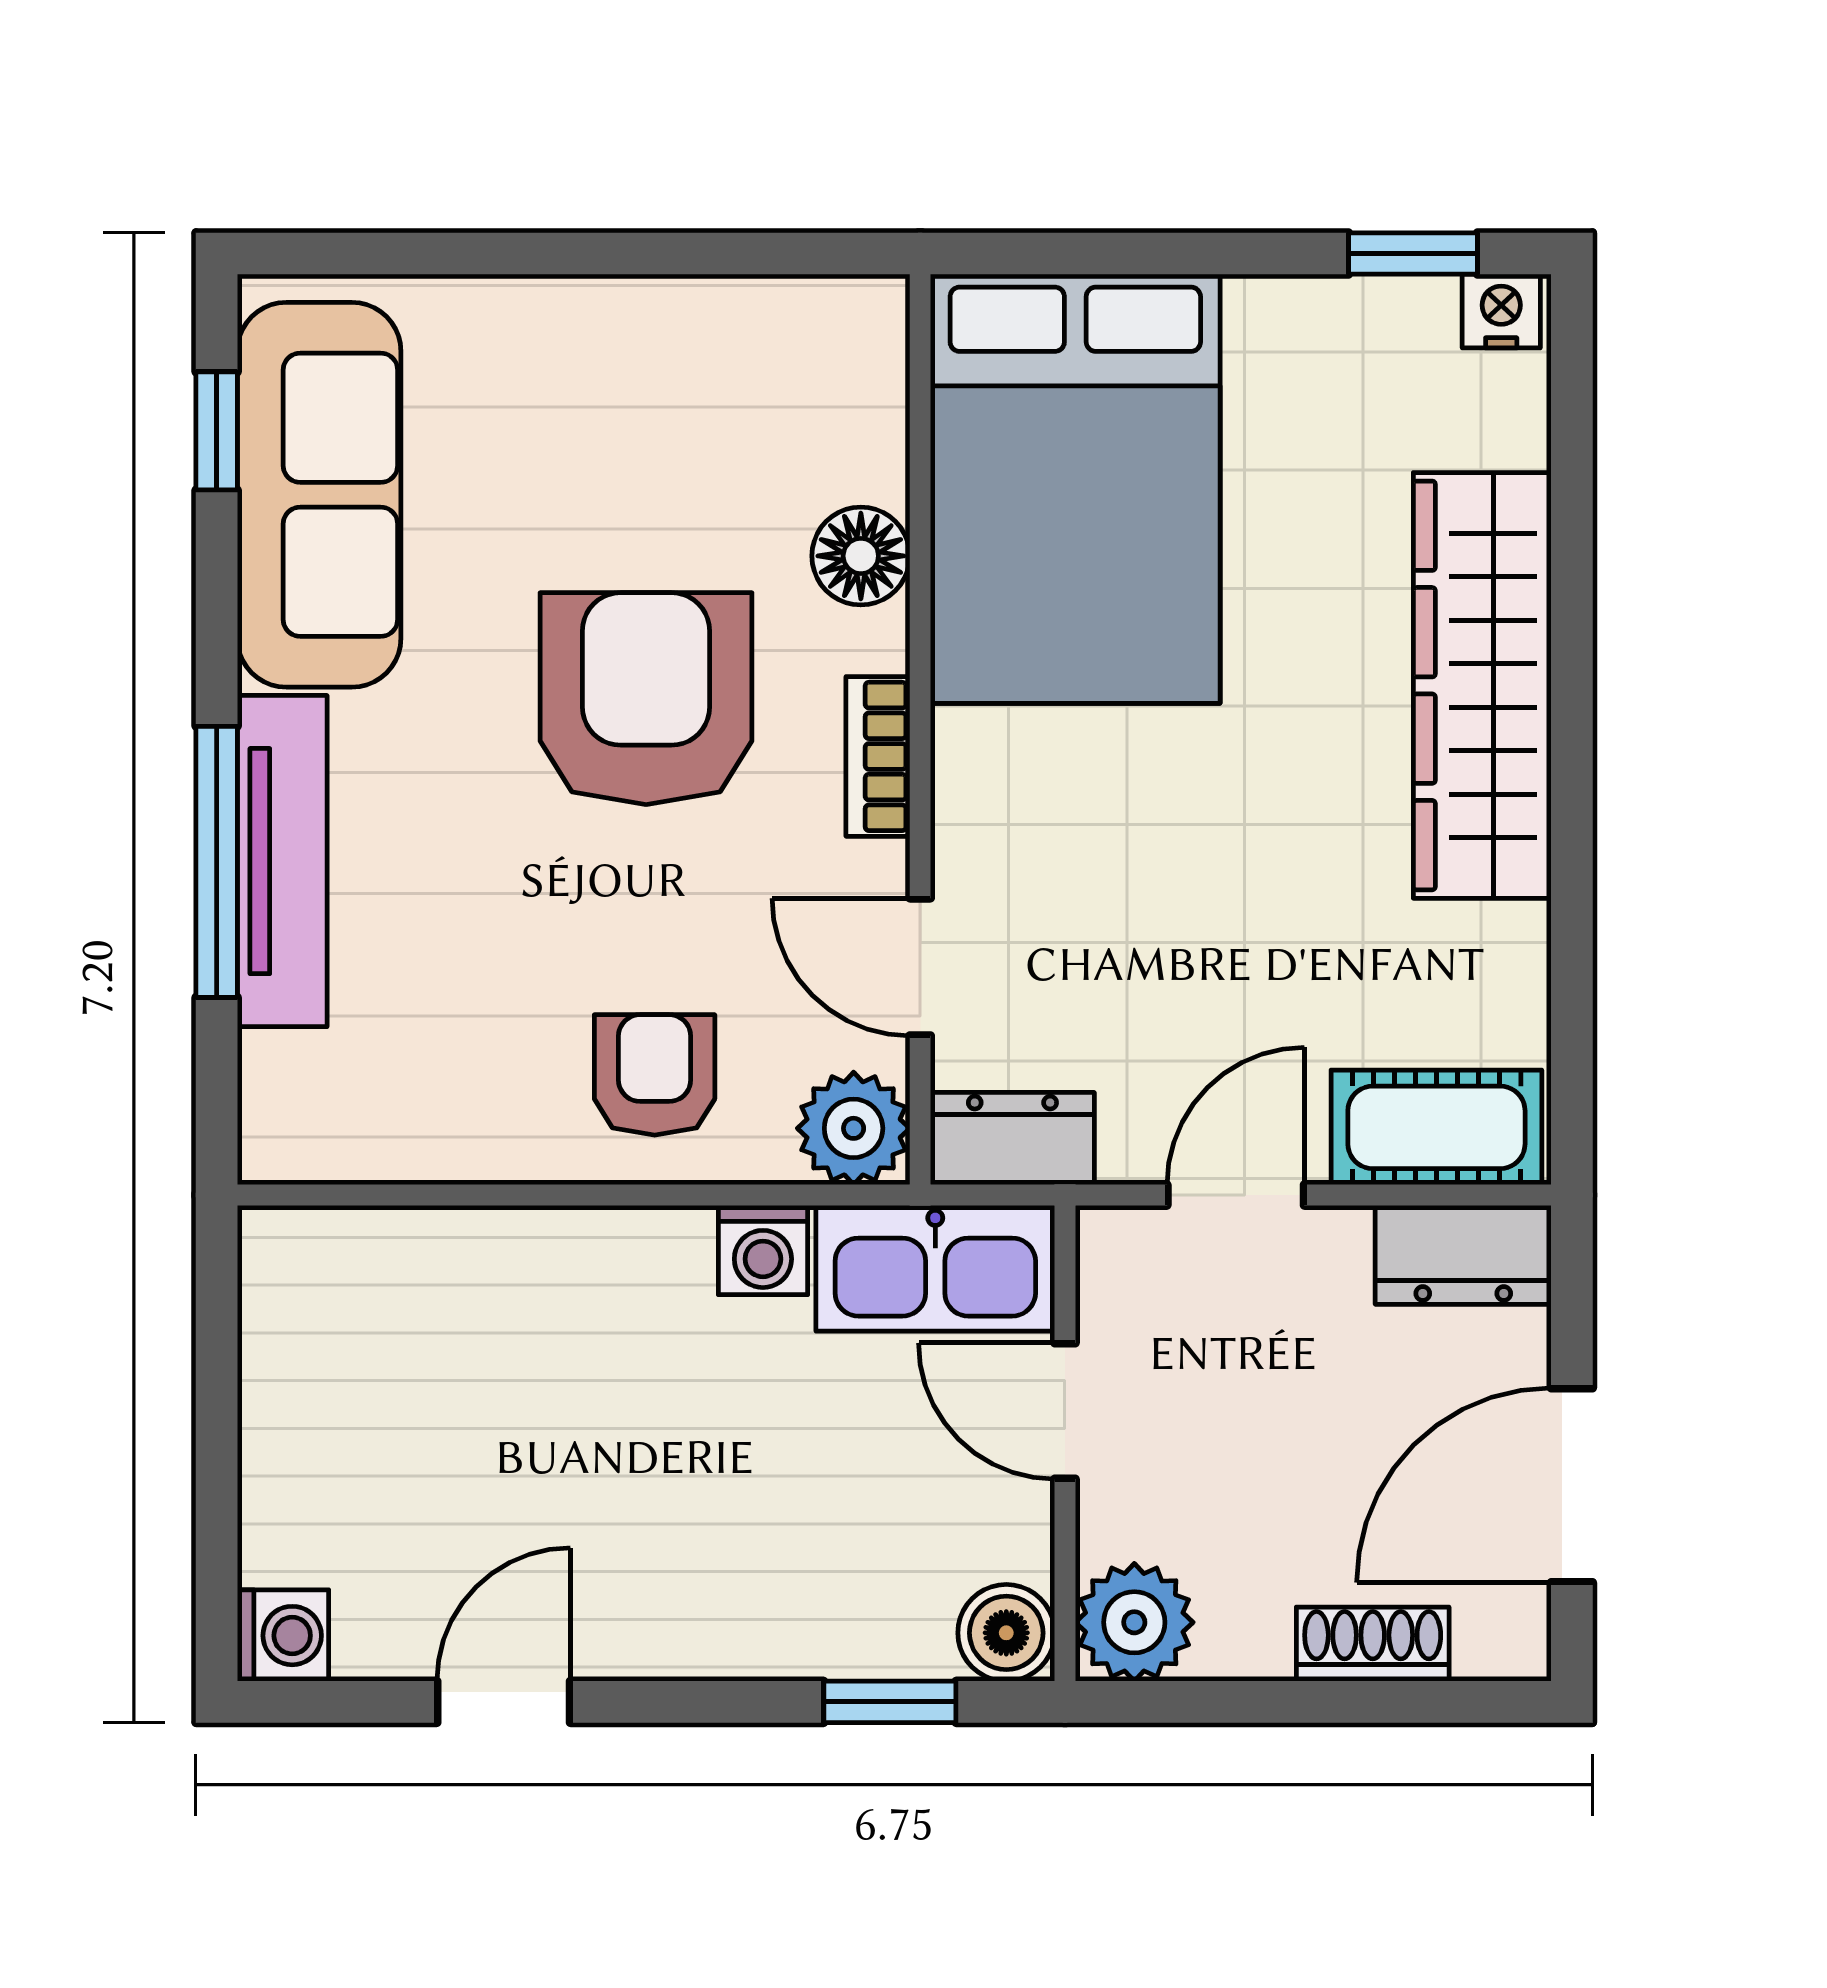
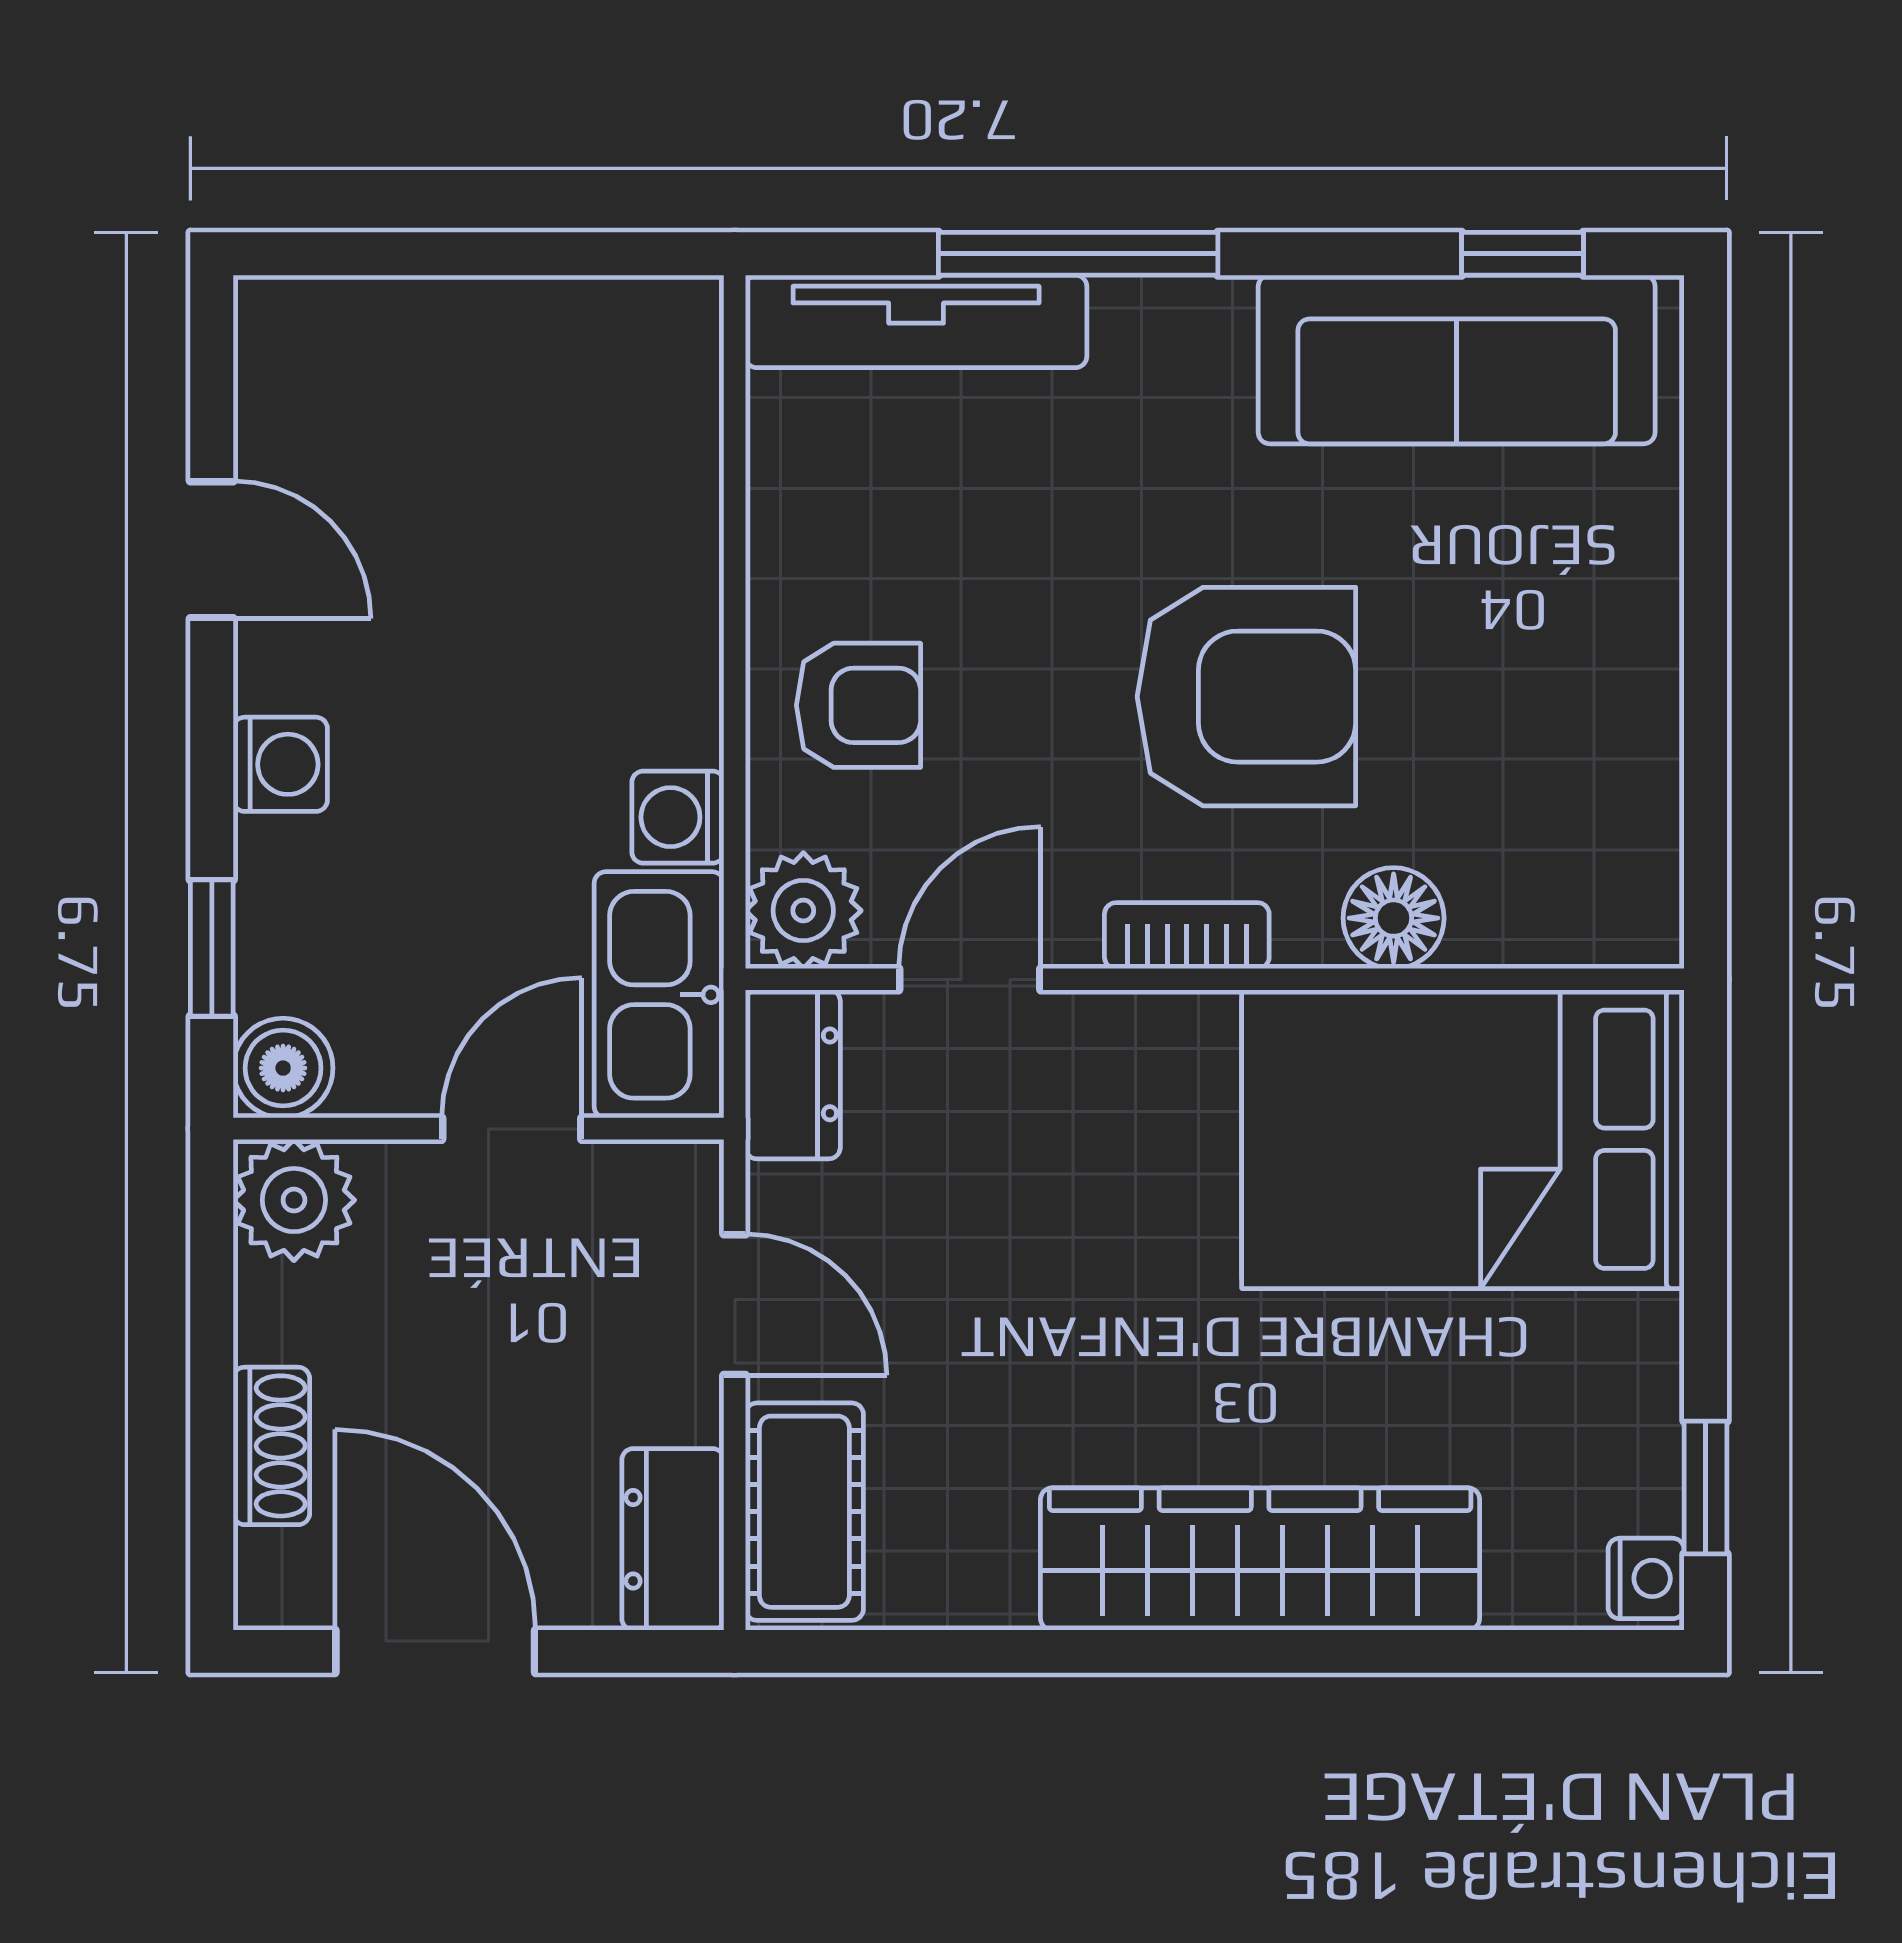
tv unit: (282, 861) -> (916, 321), moved
washing machine: (283, 1636) -> (280, 764), moved, turned -90

